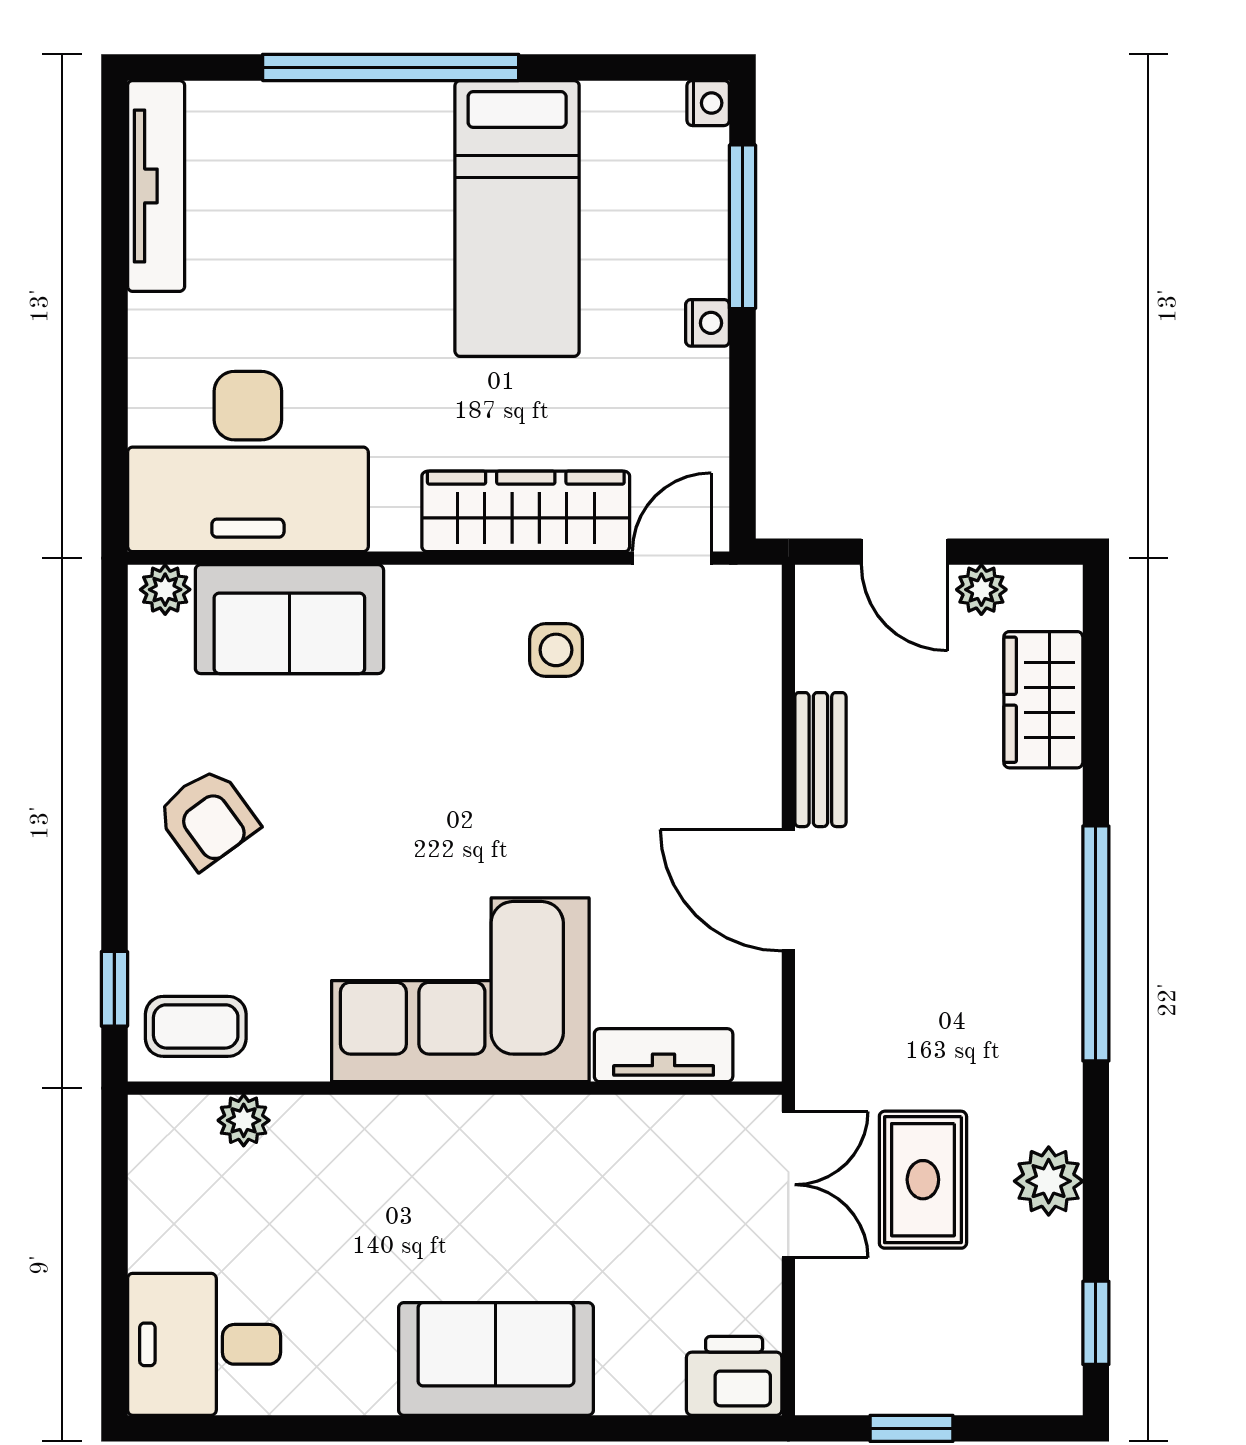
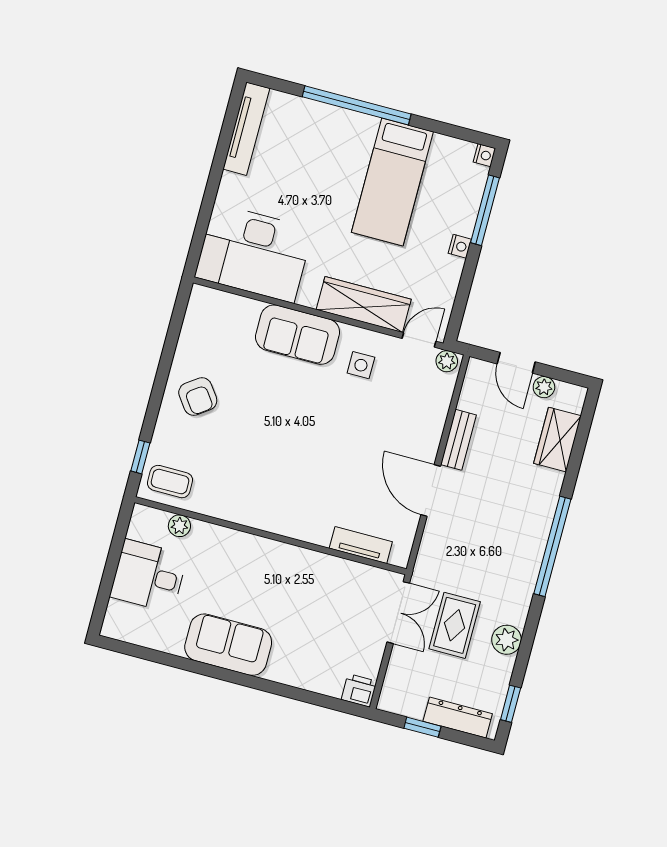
plant: (165, 590) -> (447, 361), moved
sofa: (289, 619) -> (298, 335), moved
corner sofa: (460, 990) -> (284, 495), removed
desk: (204, 1344) -> (149, 576), moved
sofa: (496, 1359) -> (228, 645), moved
printer: (734, 1376) -> (359, 690), width x0.73, depth x0.81
dresser: (985, 1386) -> (458, 718), added

